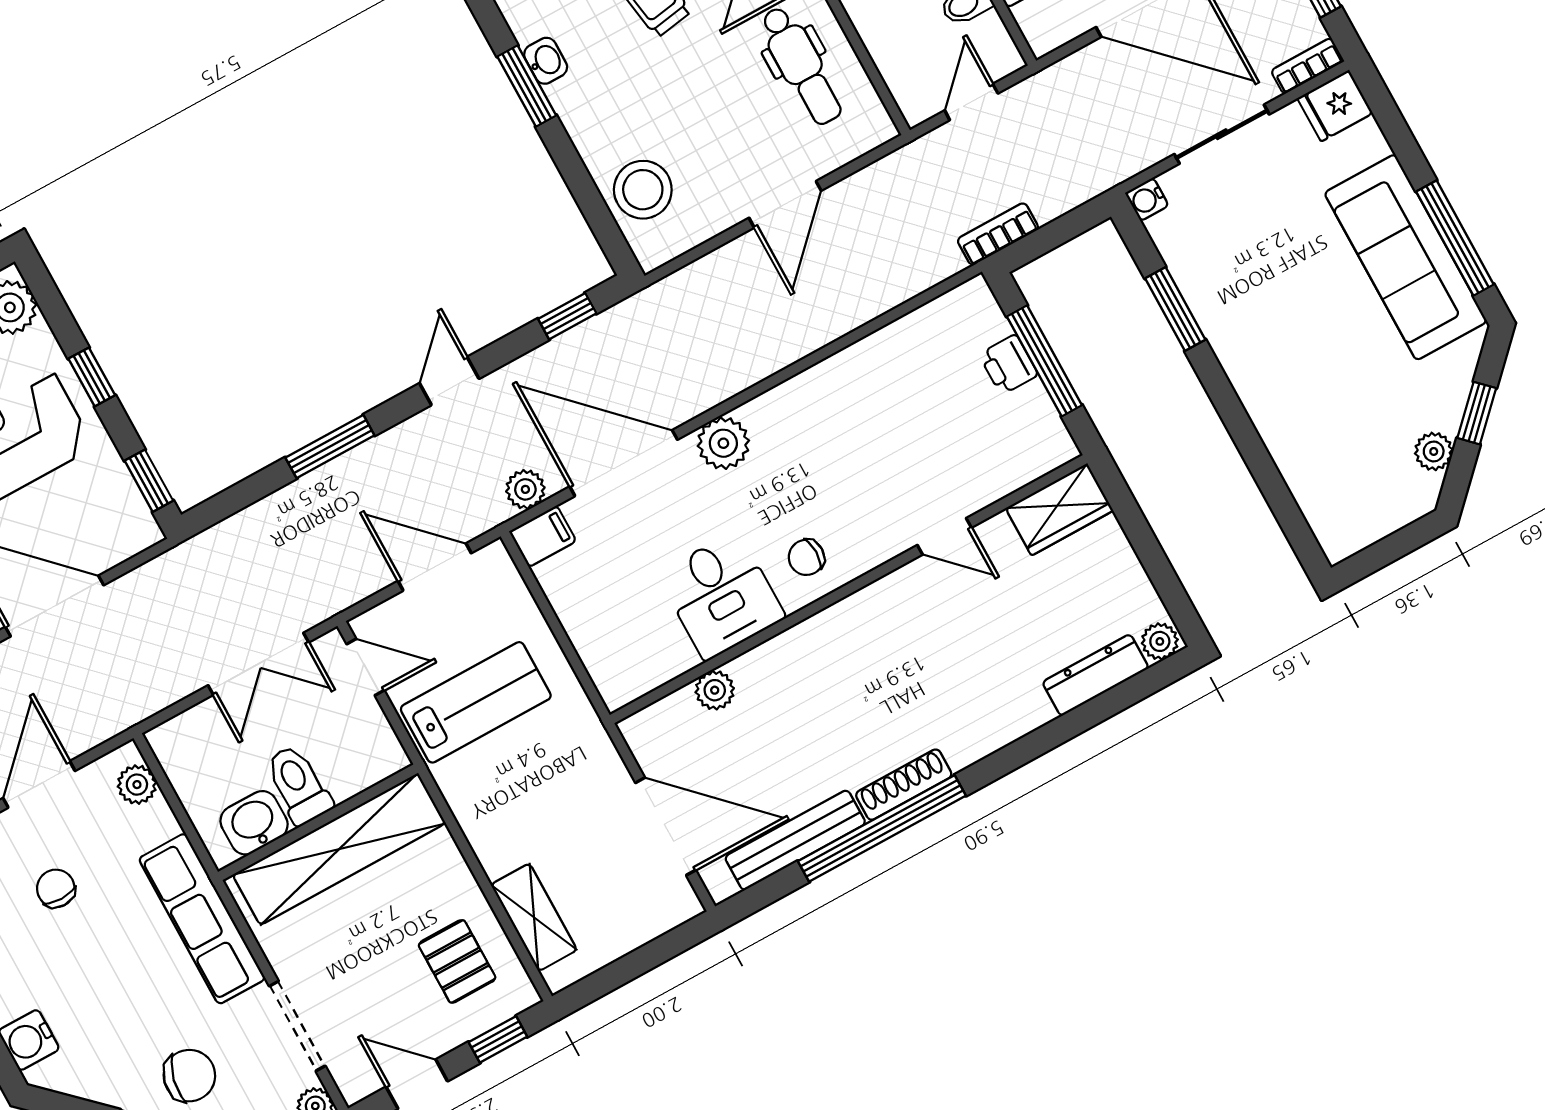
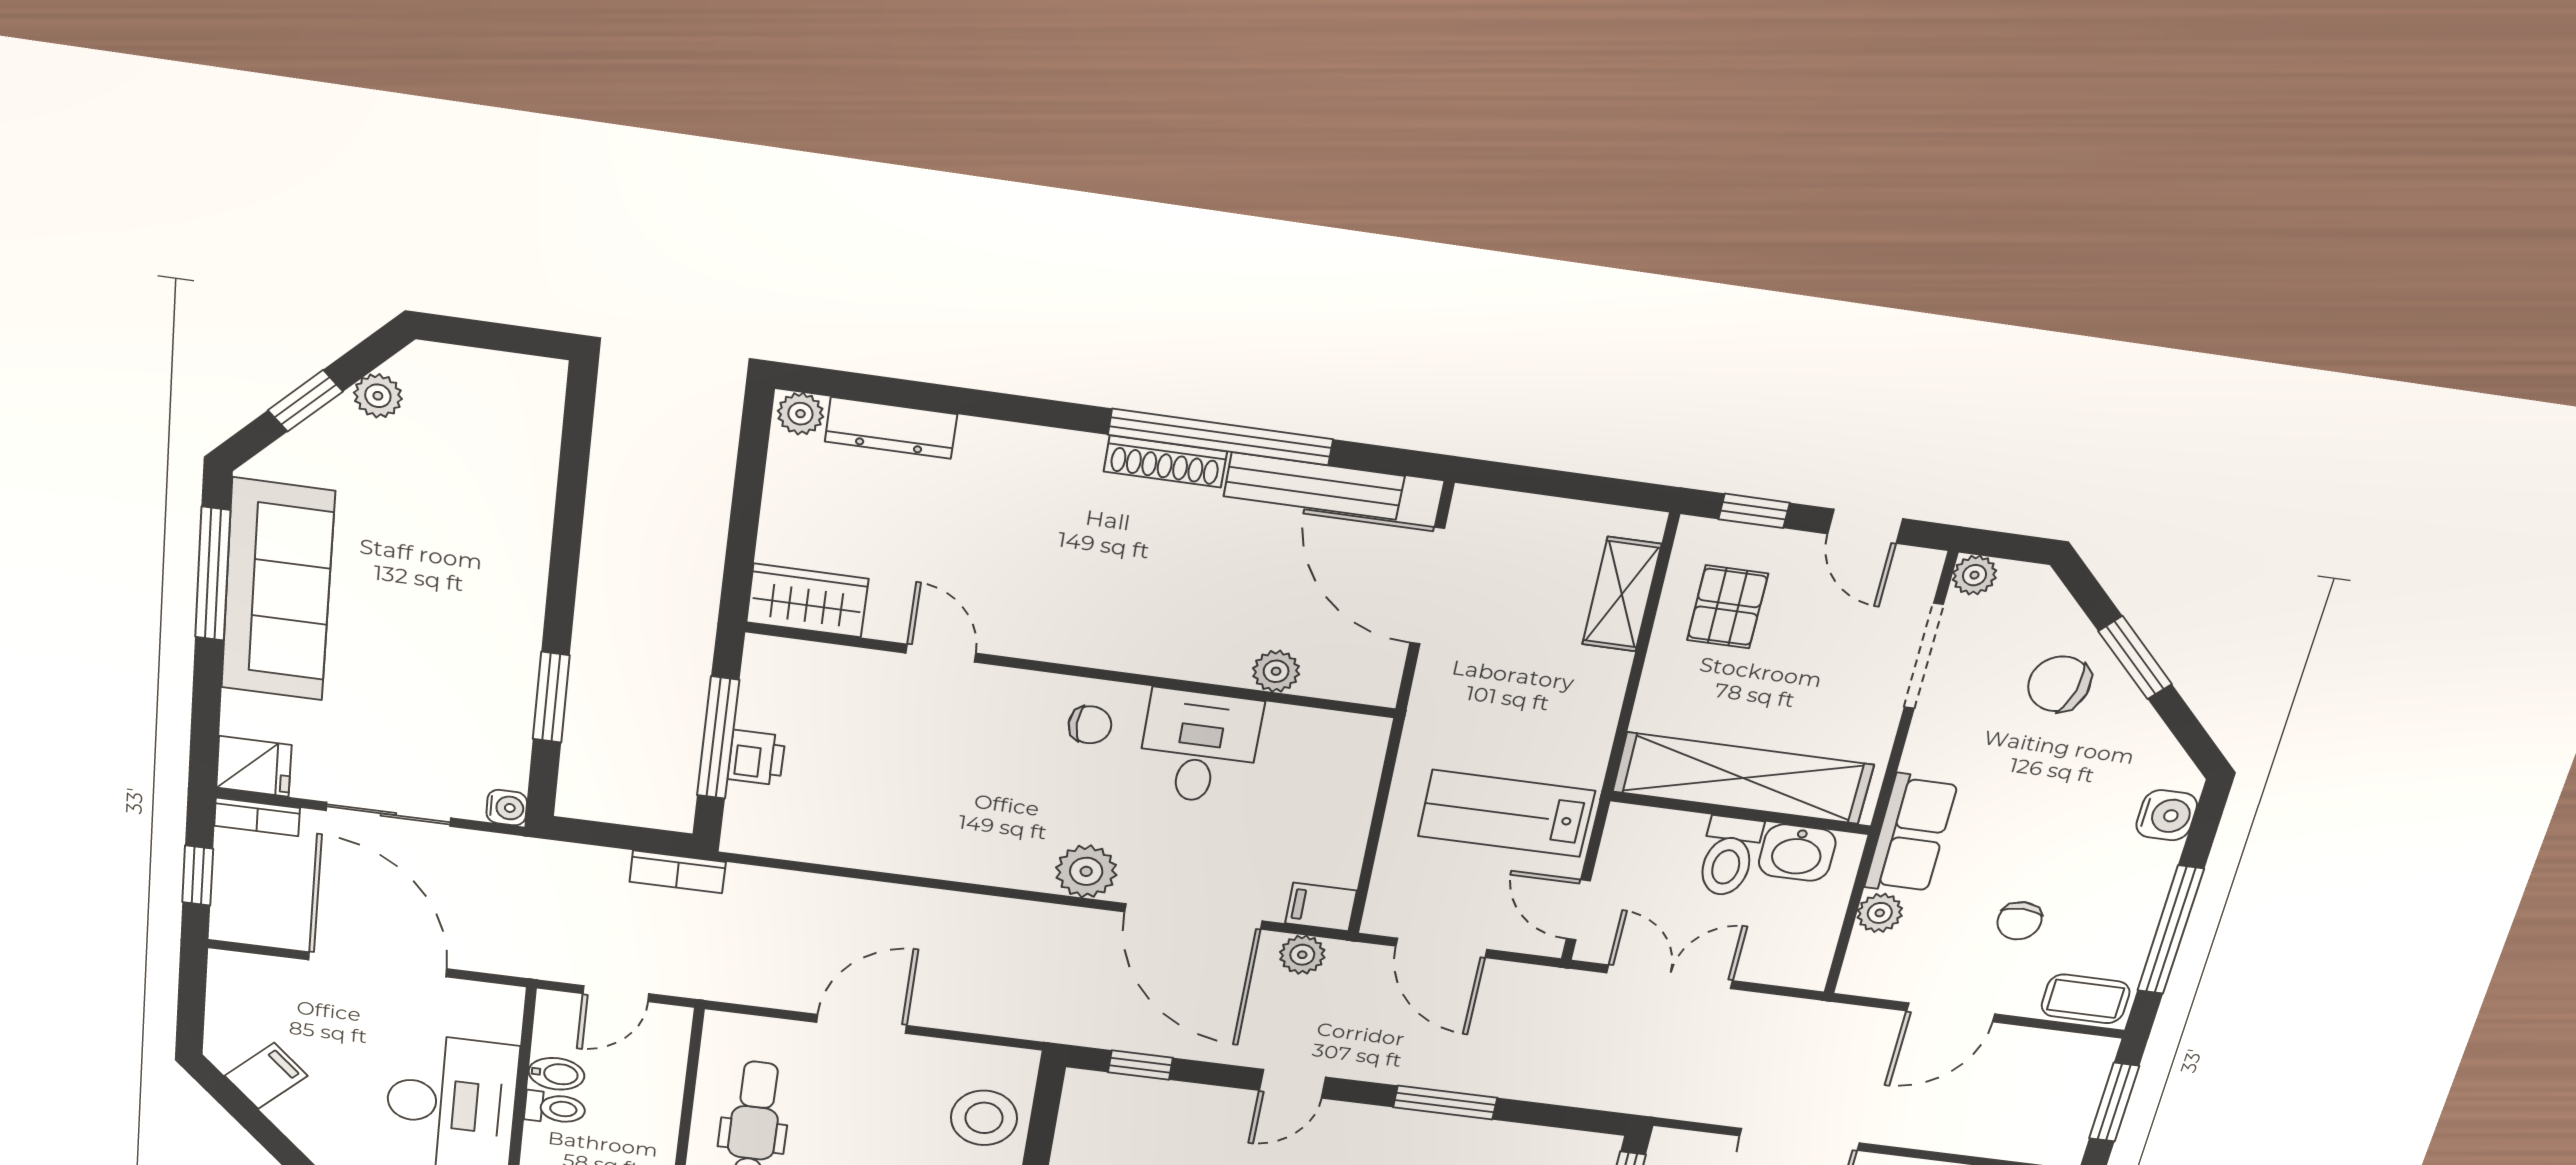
plant: (137, 785) -> (1880, 913), moved
row of seats: (202, 919) -> (1911, 834), width x0.68

